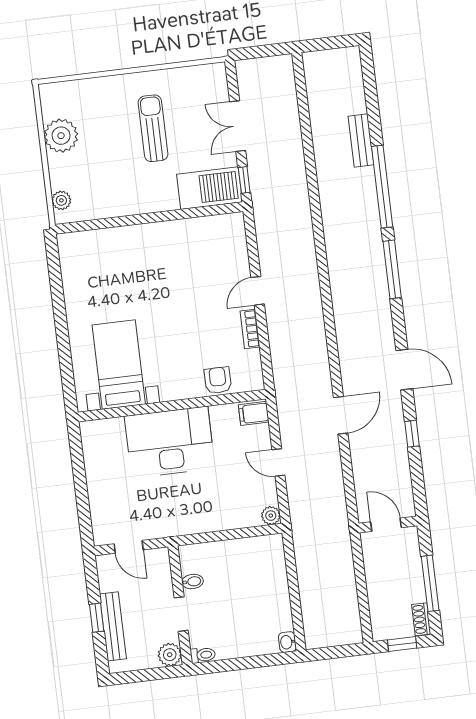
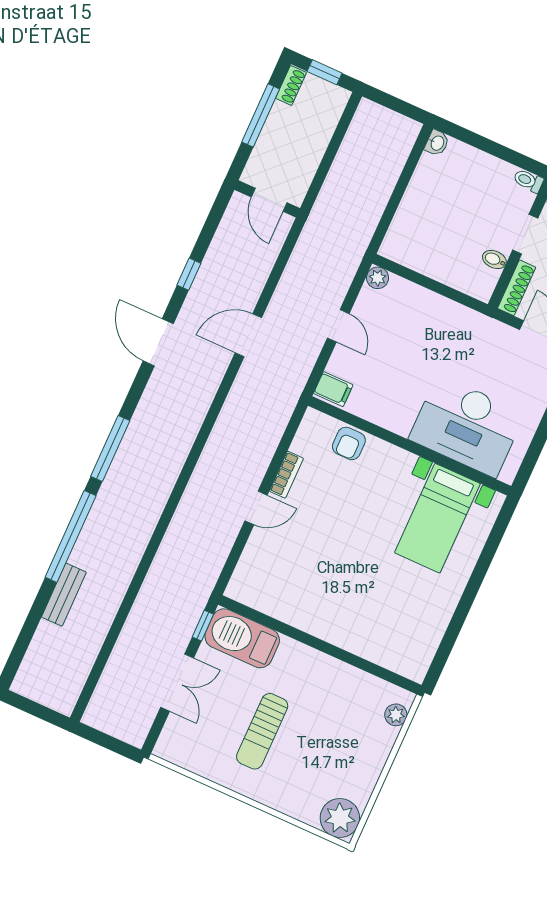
plant: (61, 136) -> (340, 818), moved
desk: (170, 442) -> (467, 426), moved
shoe rack: (163, 571) -> (517, 288), added

